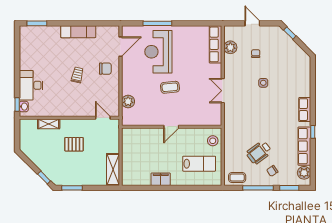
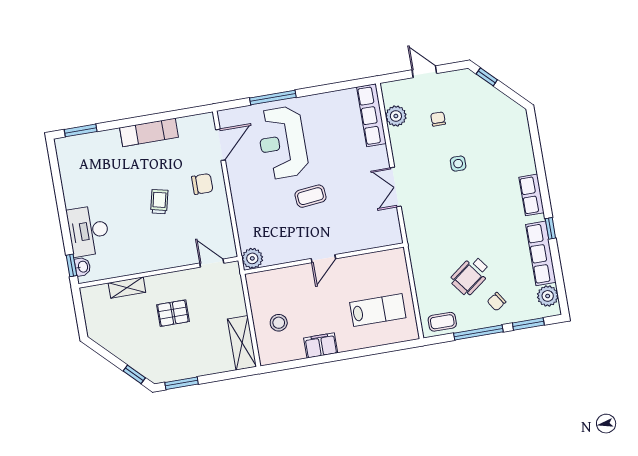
plant: (128, 101) -> (252, 258), moved
stool: (213, 141) -> (279, 323), moved

